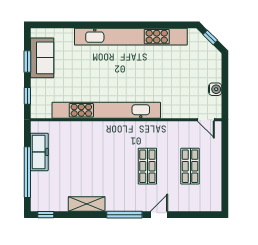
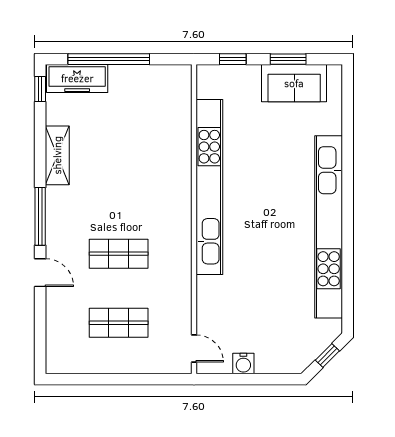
door: (206, 120) -> (194, 348), swing flipped
freezer: (39, 152) -> (77, 78), moved

